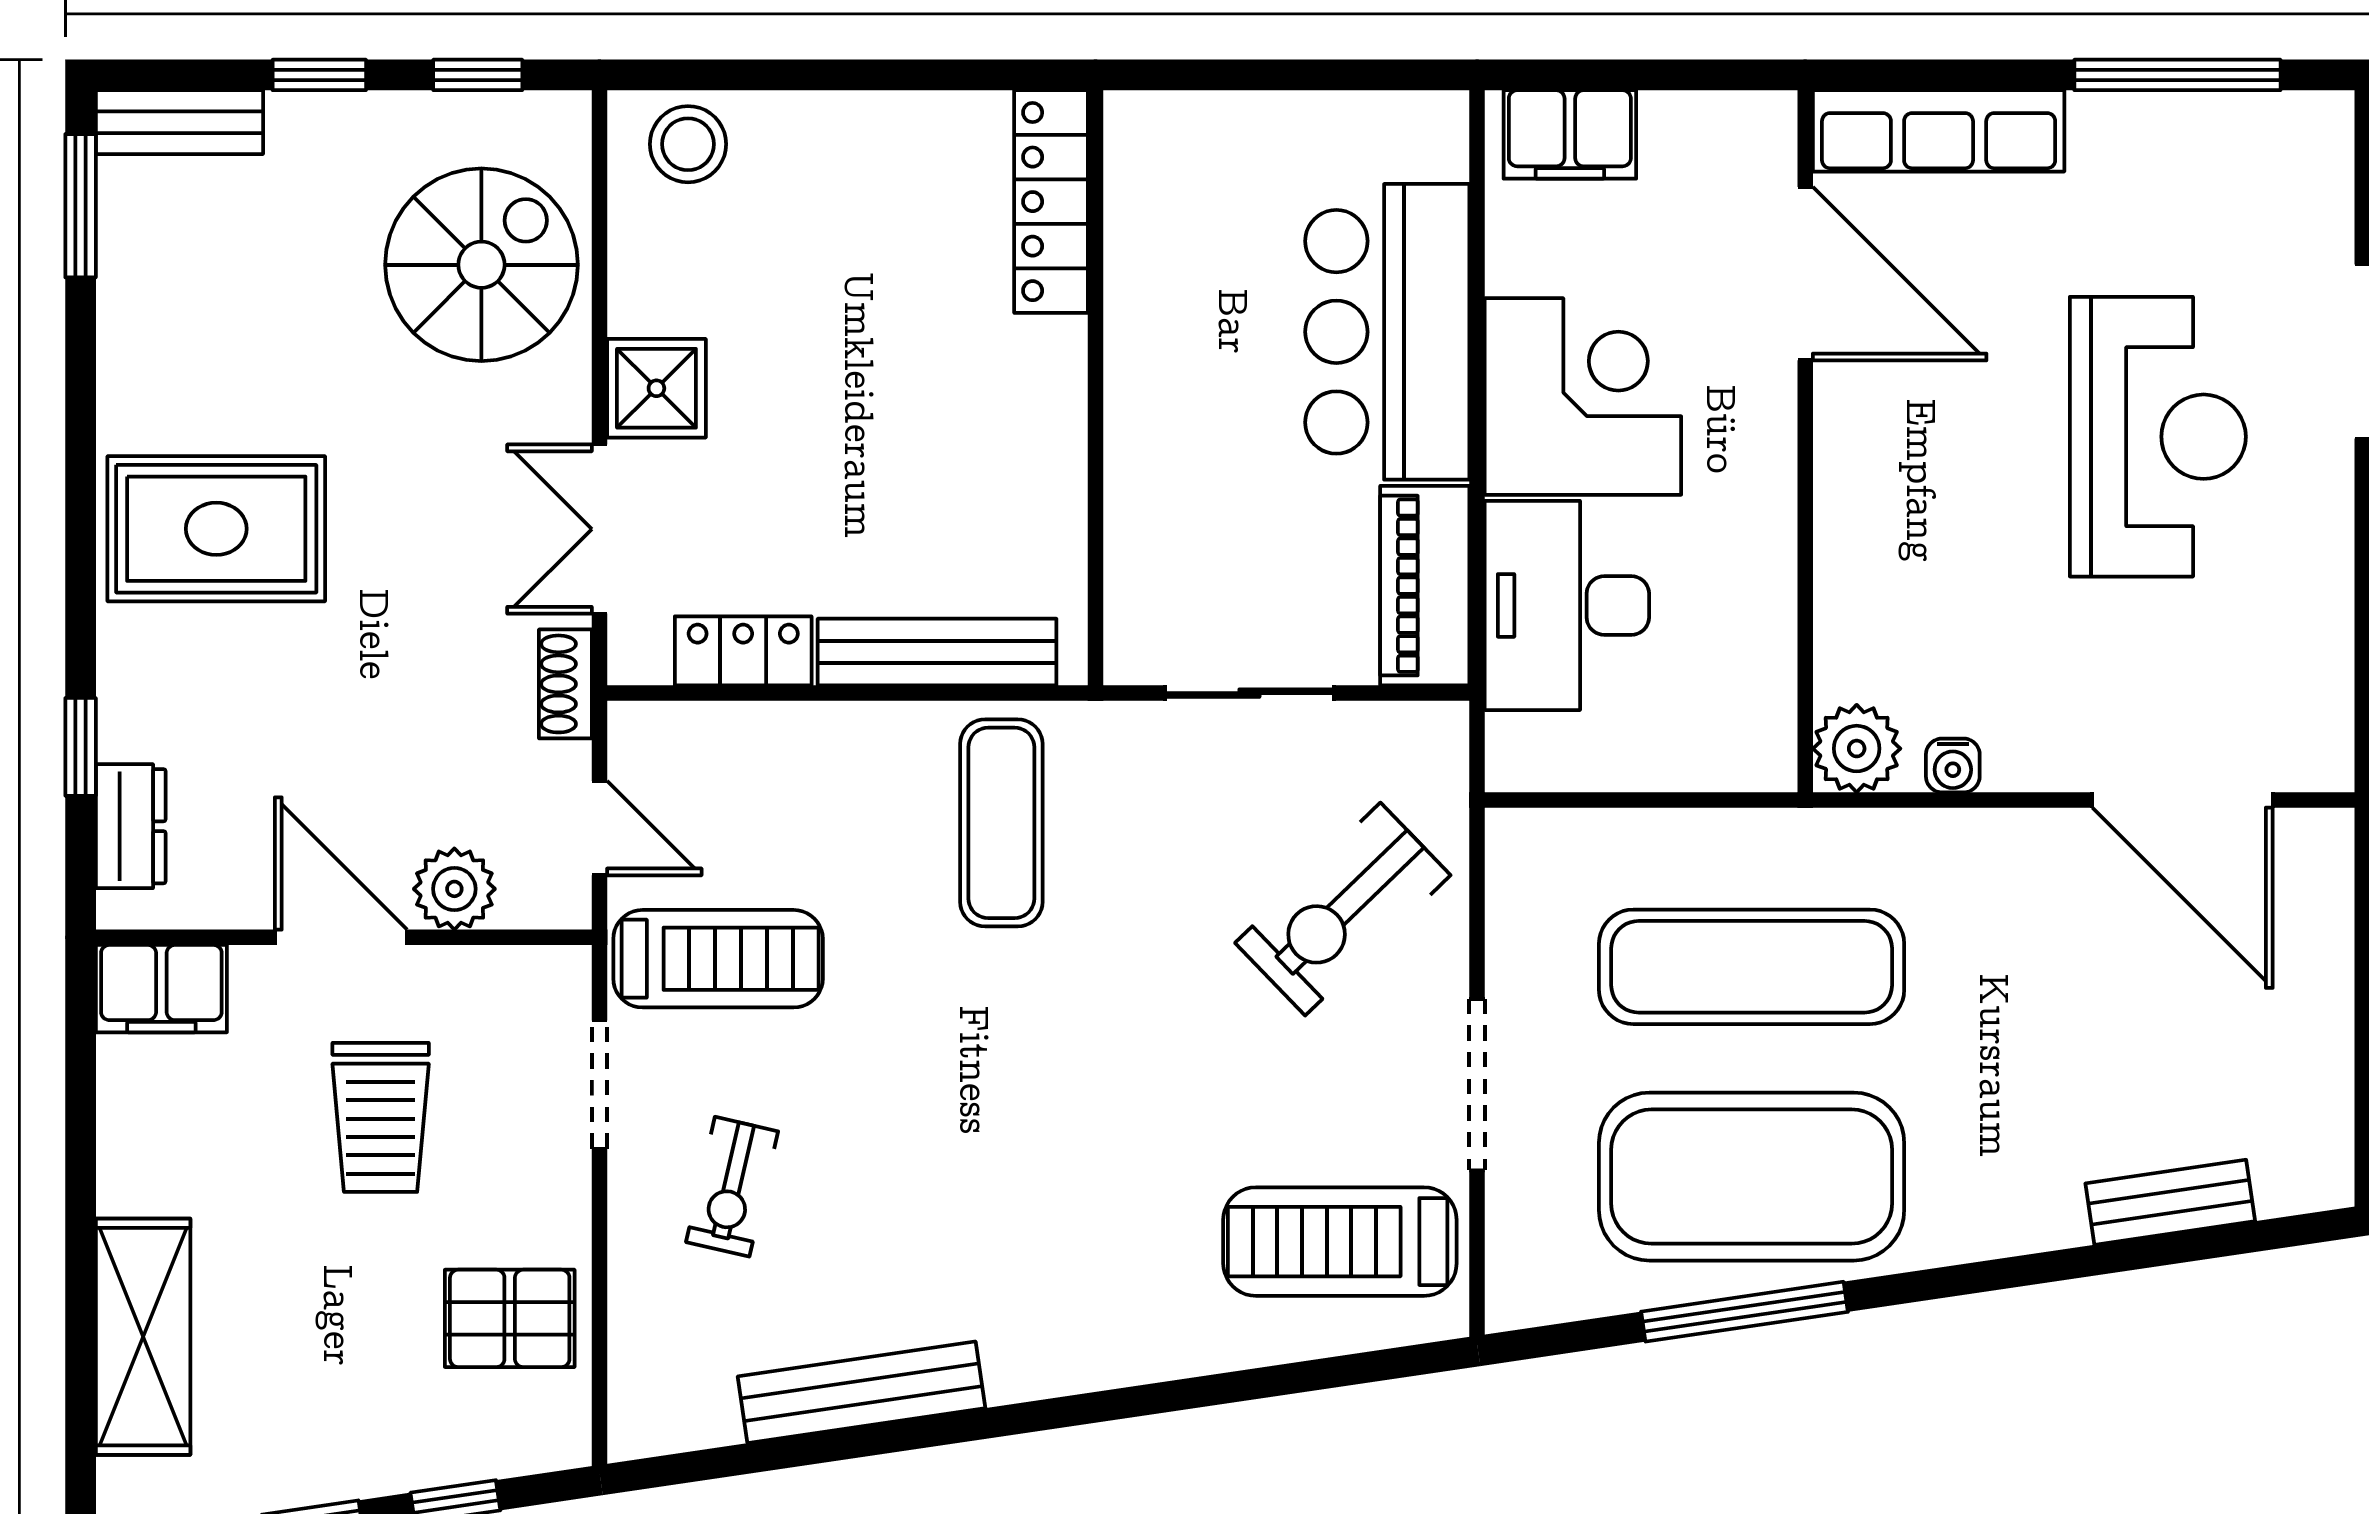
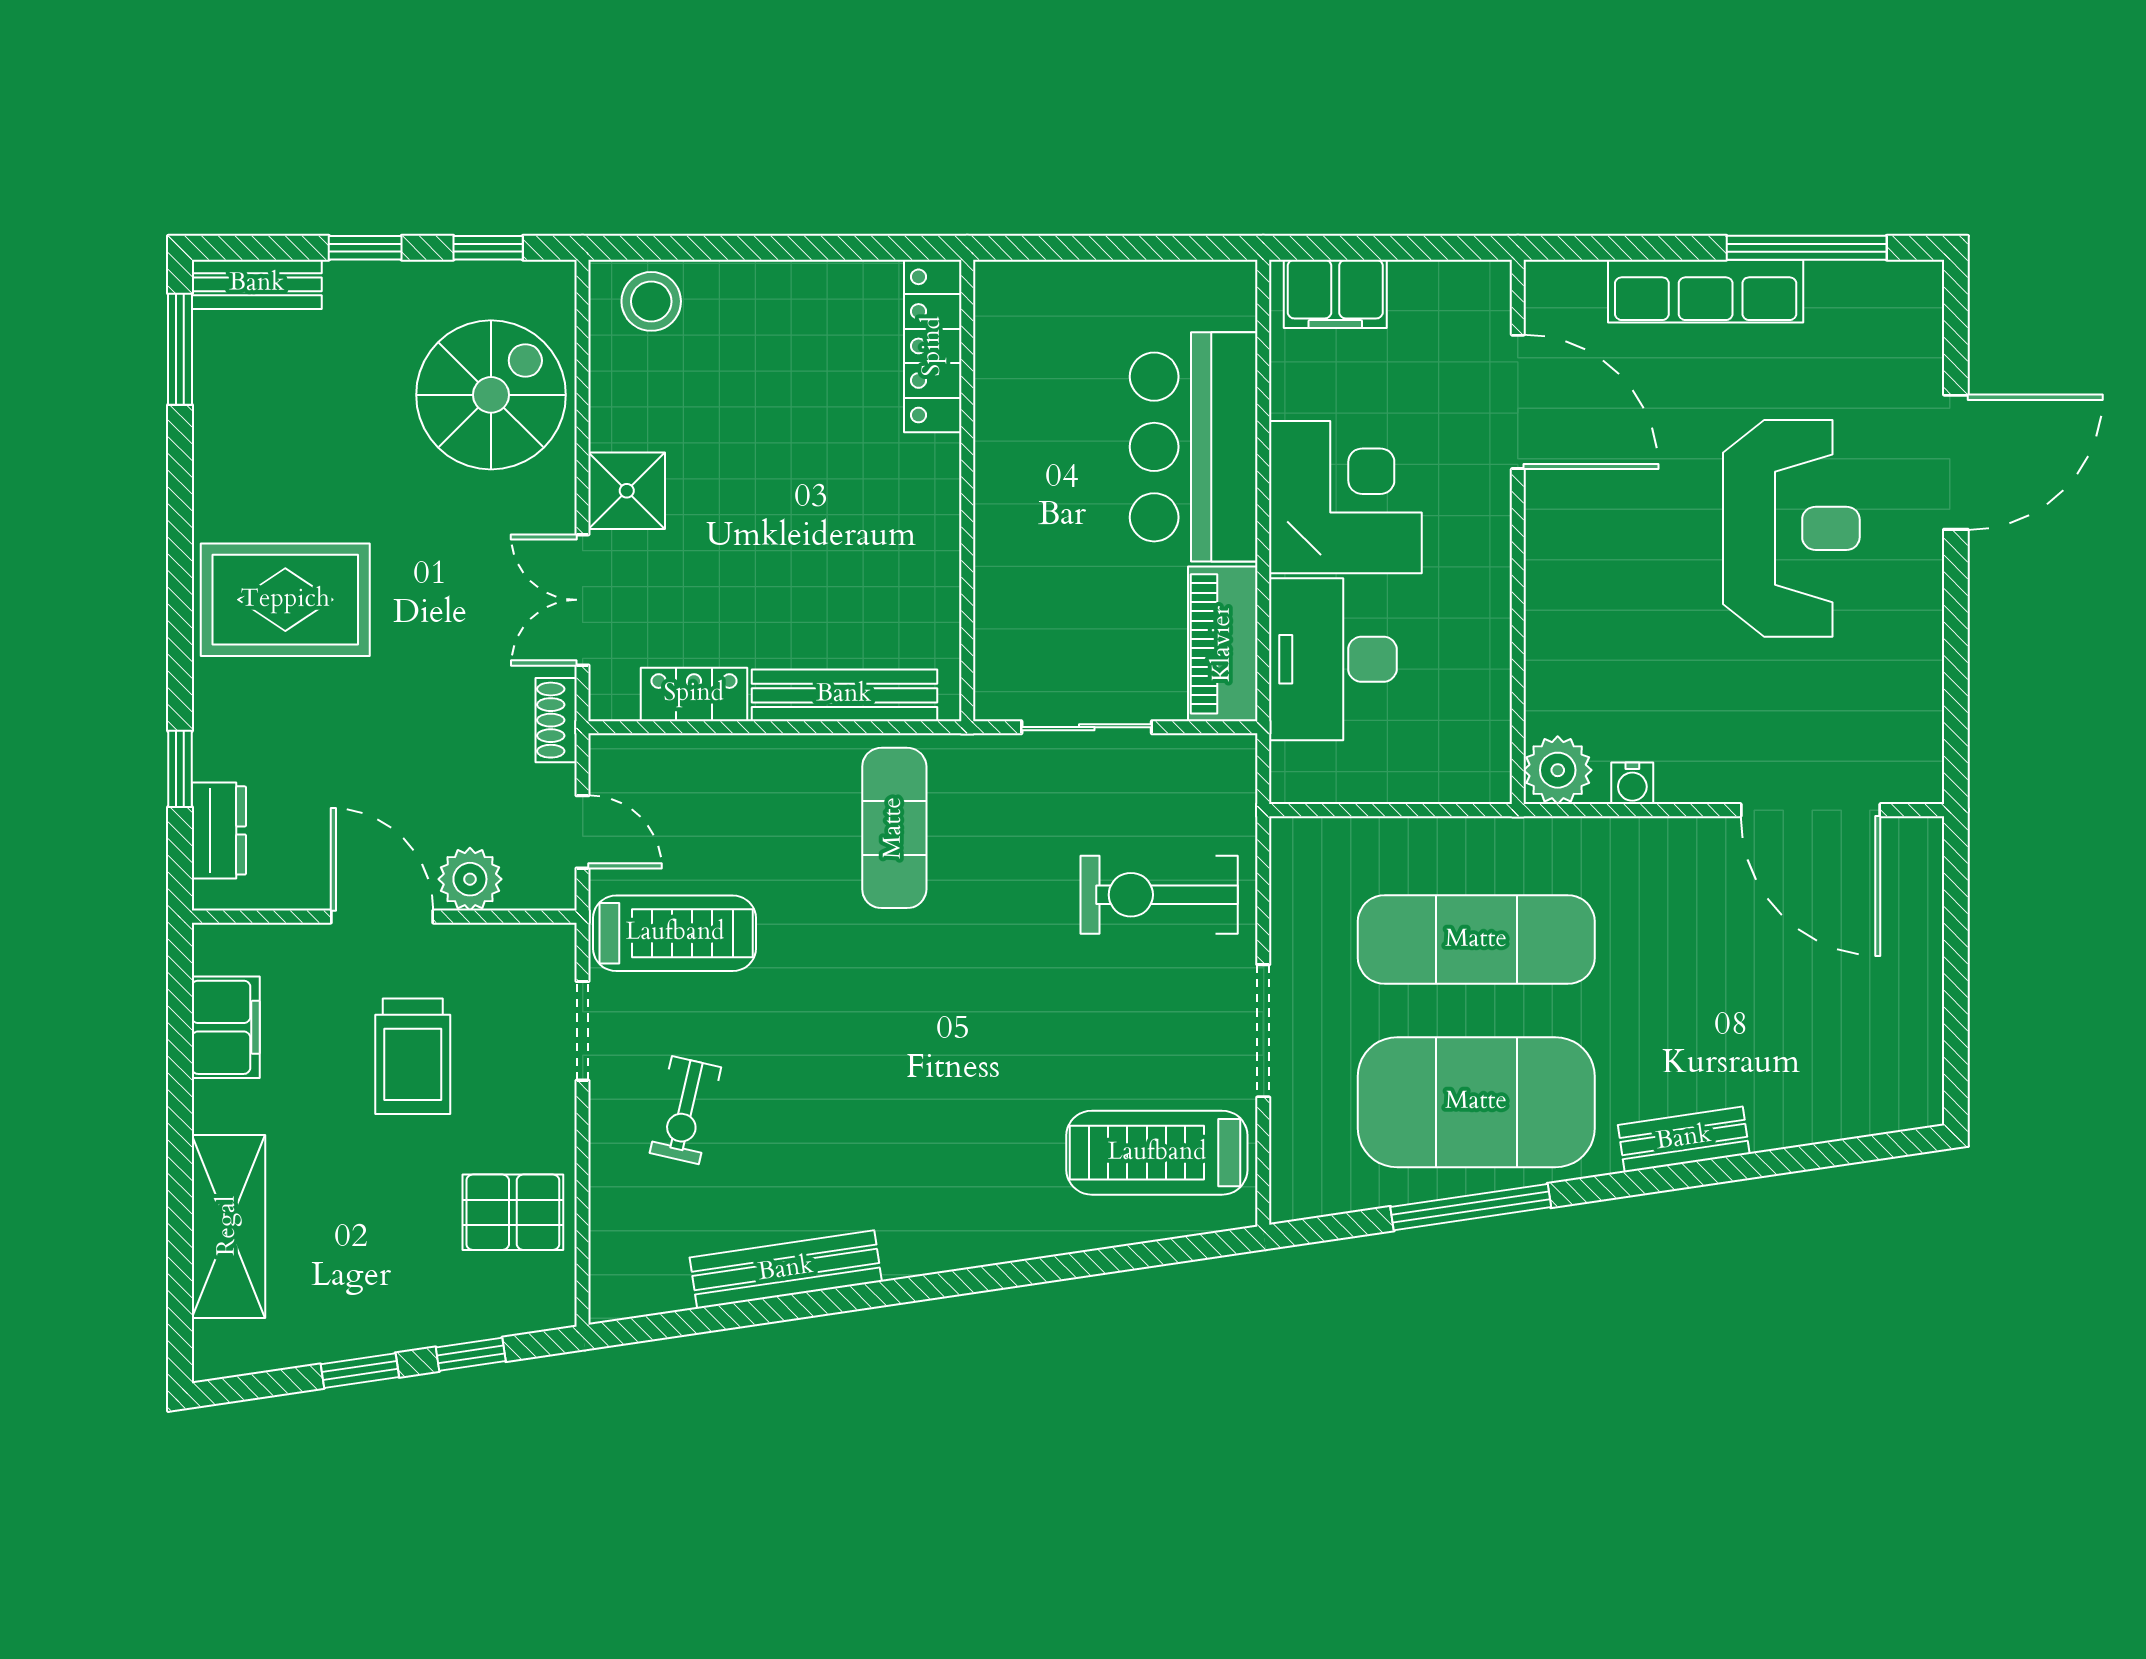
row of seats: (1939, 131) -> (1706, 291), moved
exercise bike: (1343, 909) -> (1159, 895), turned 44
filing cabinet: (161, 989) -> (226, 1027), moved, turned -90
bench: (2170, 1202) -> (1684, 1139), moved

